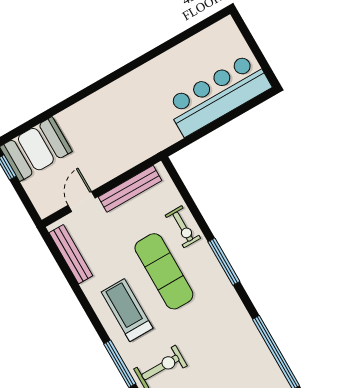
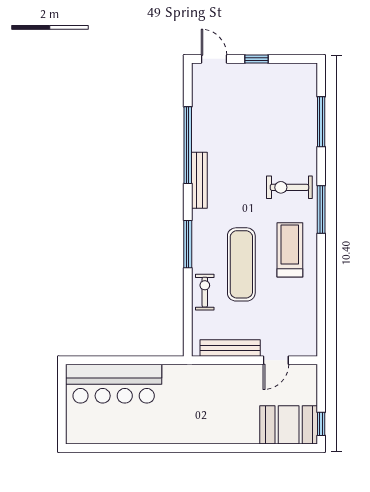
bench: (71, 254) -> (199, 180), moved
treadmill: (127, 310) -> (290, 250), turned 180

